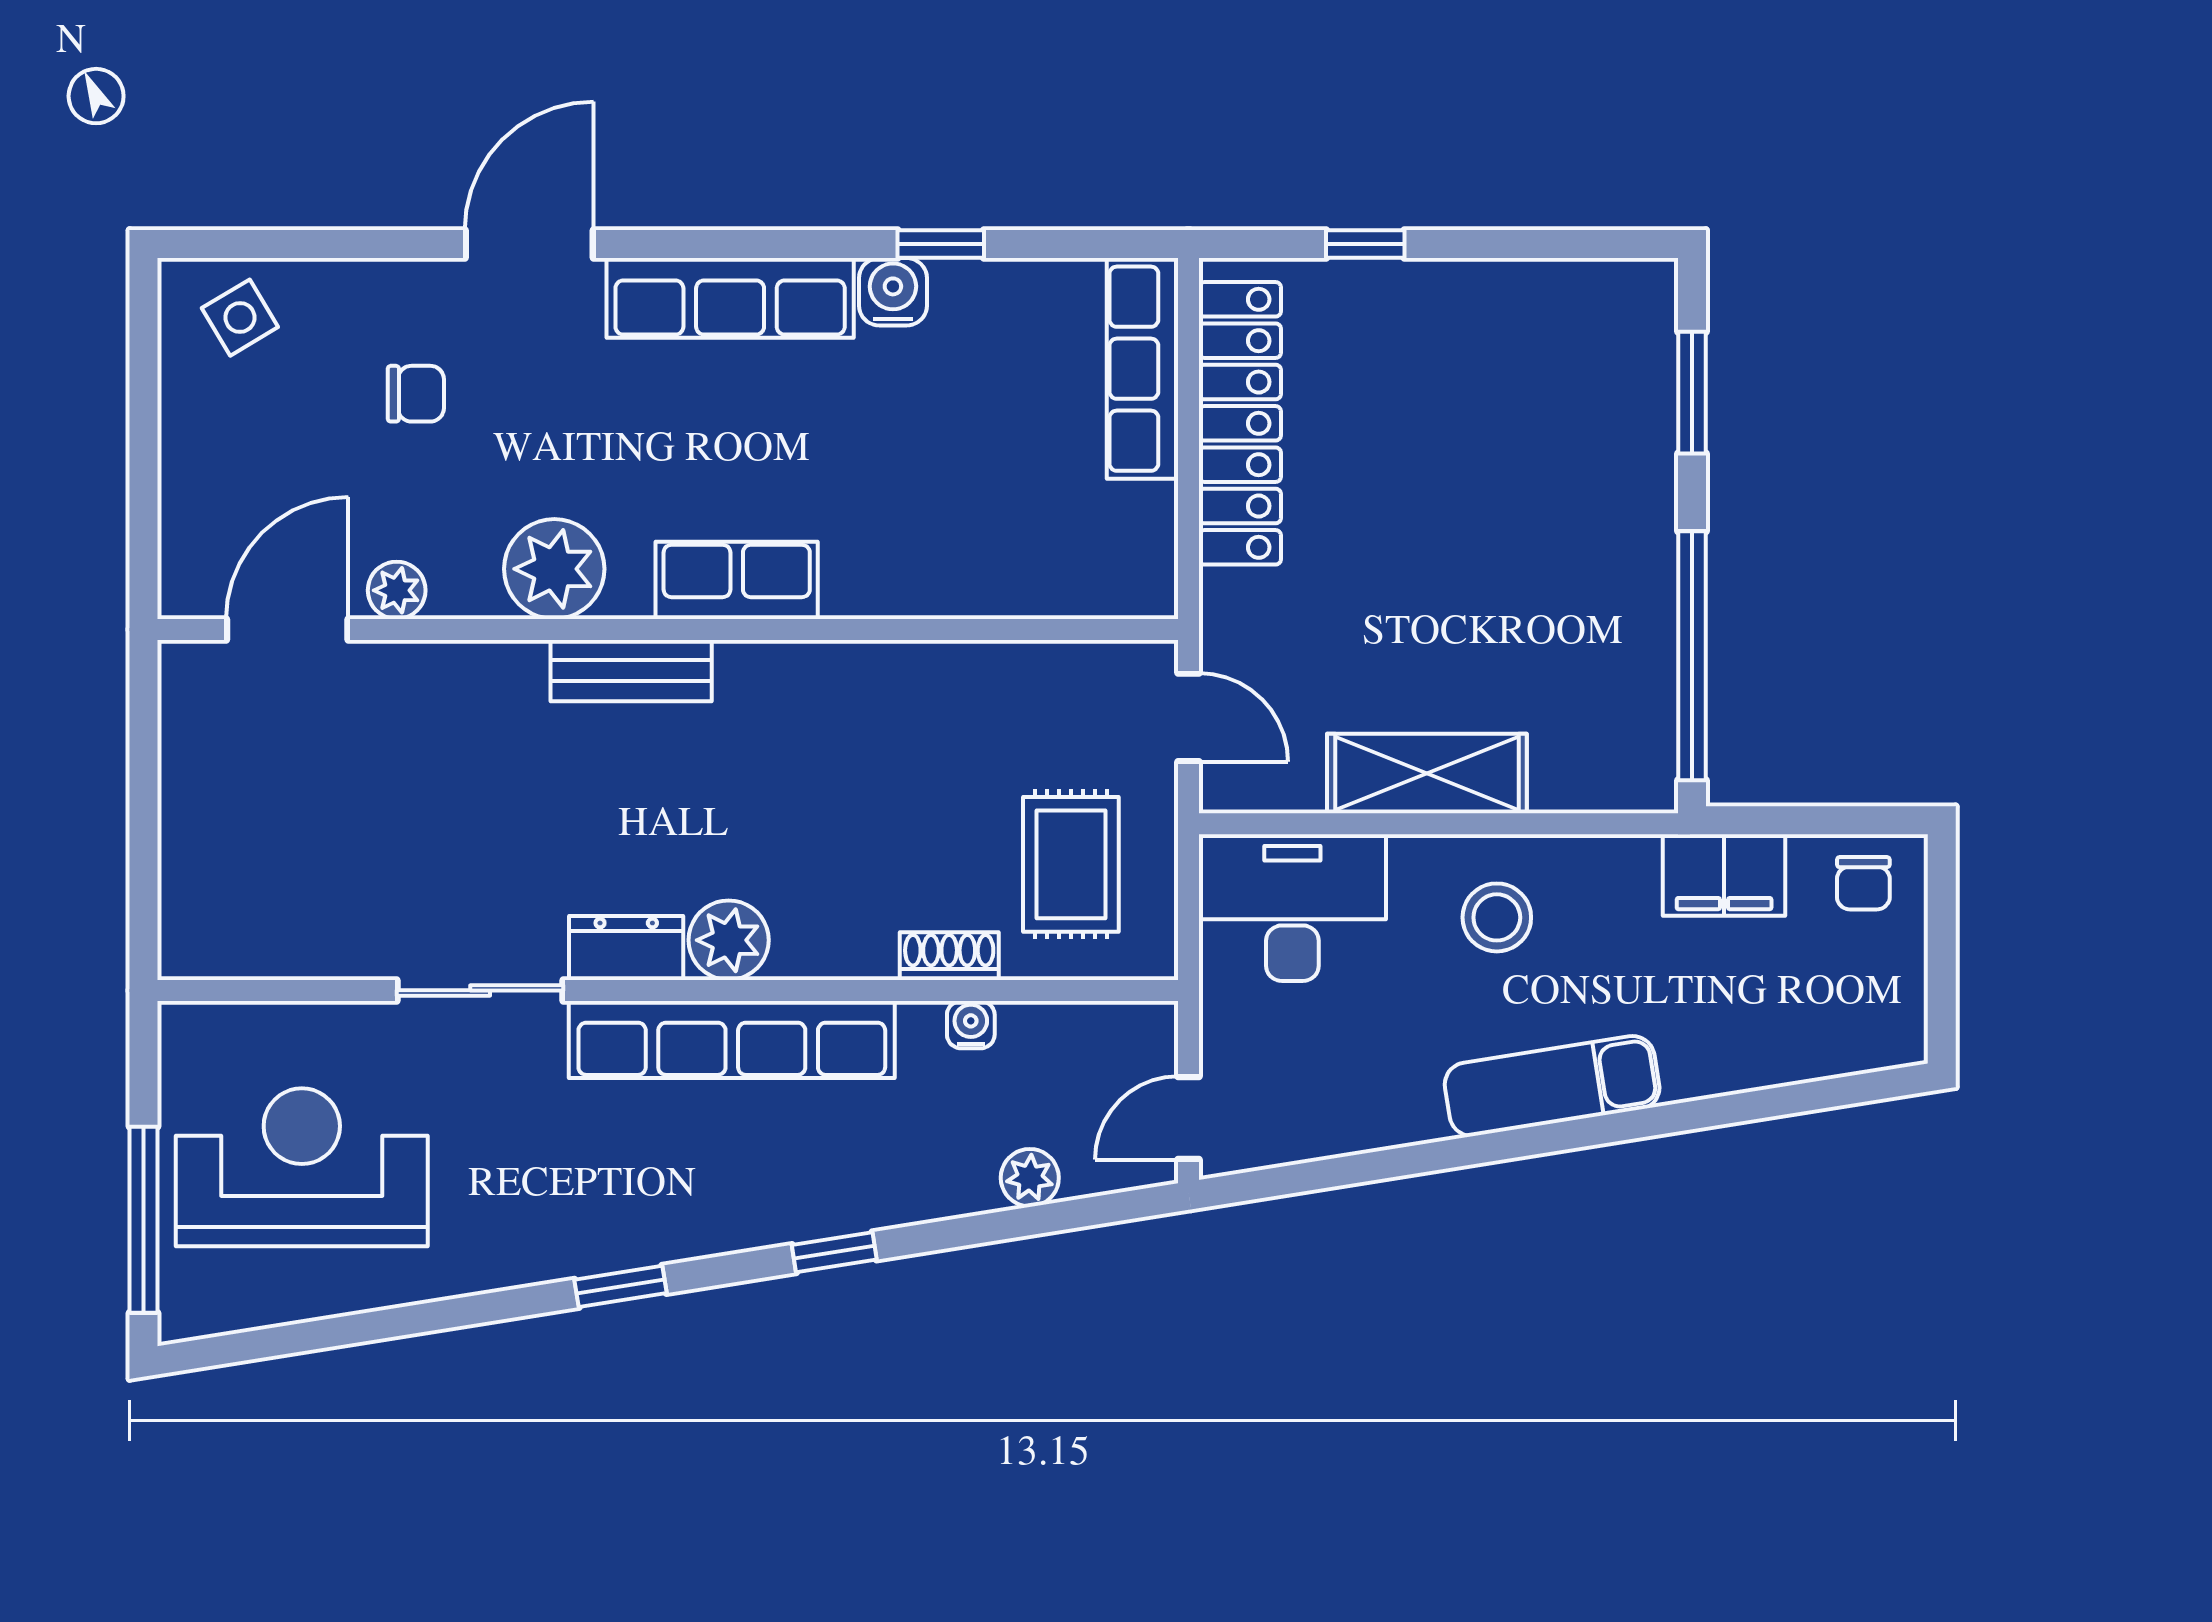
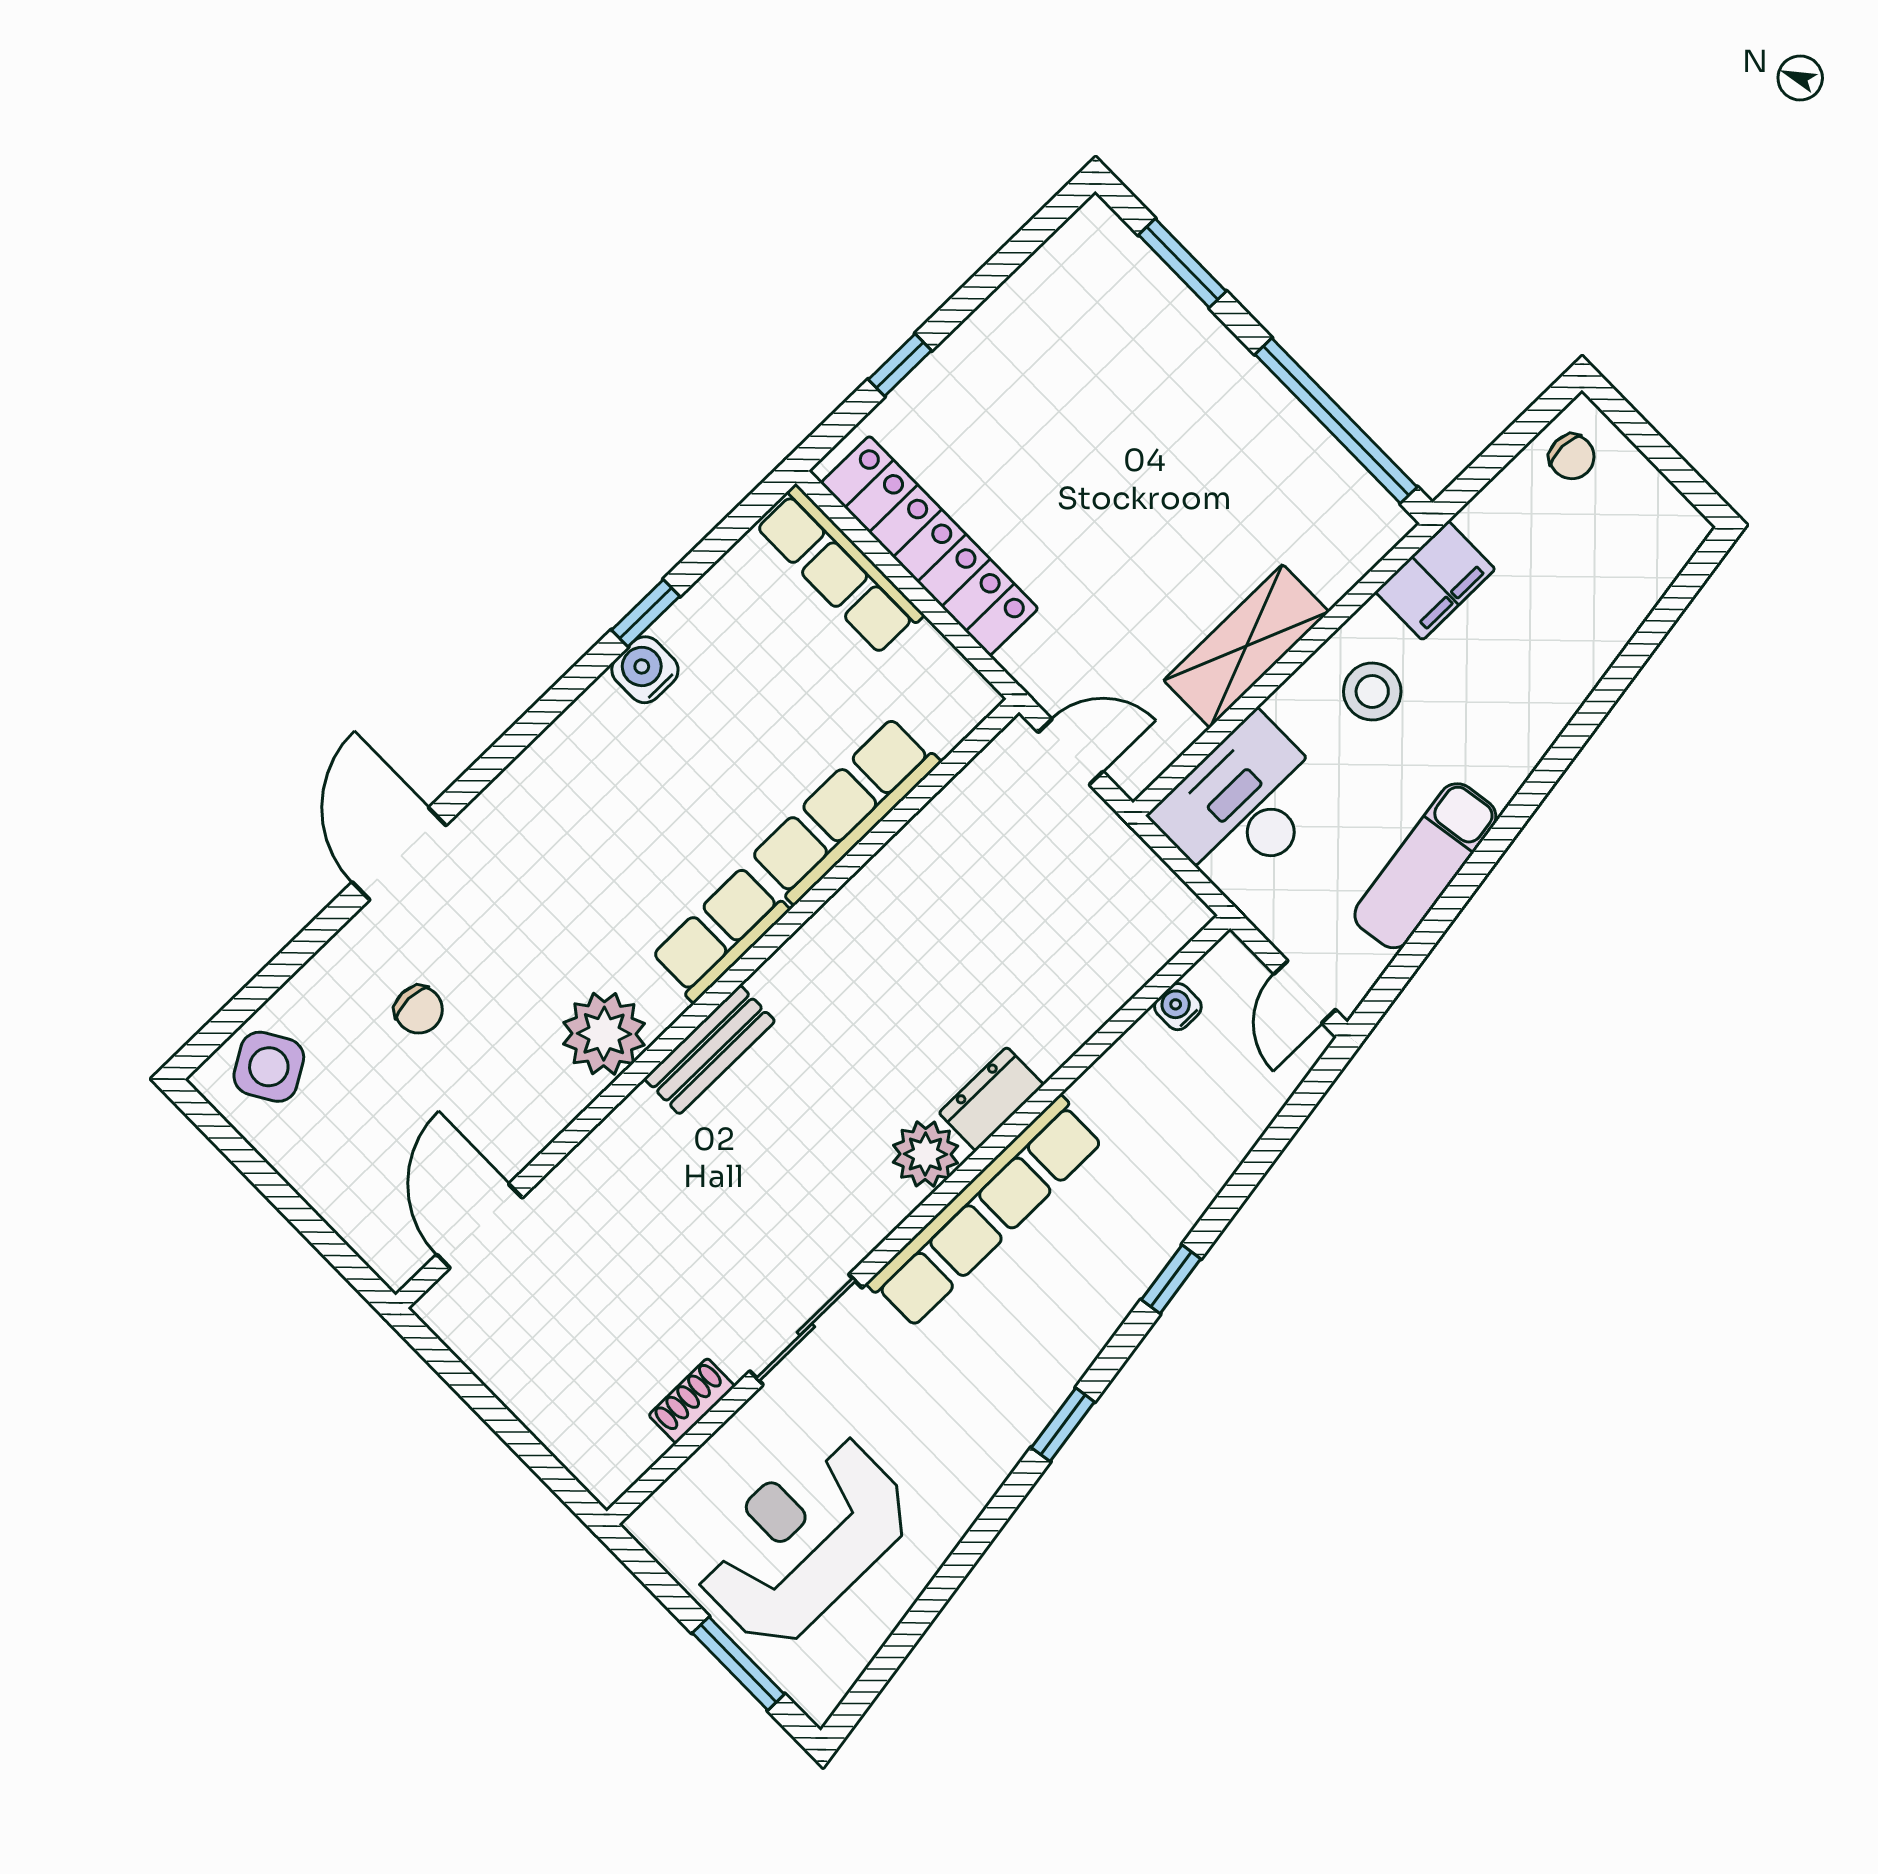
row of seats: (730, 298) -> (845, 810), moved, turned 180
side table: (240, 318) -> (269, 1067), width x1.37, depth x1.37
chair: (416, 394) -> (419, 1010), turned 90
plant: (397, 590) -> (522, 1139), removed
rug: (1071, 864) -> (1086, 909), removed
filing cabinet: (1724, 875) -> (1435, 580), moved
dresser: (626, 948) -> (991, 1099), moved
shoe rack: (949, 956) -> (692, 1401), moved
water cooler: (971, 1025) -> (1178, 1007), moved
exam couch: (1552, 1086) -> (1425, 866), moved
plant: (1030, 1178) -> (1245, 1120), removed
window: (144, 1220) -> (738, 1664), width x0.69

